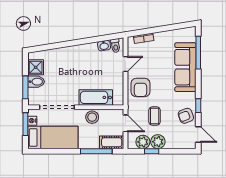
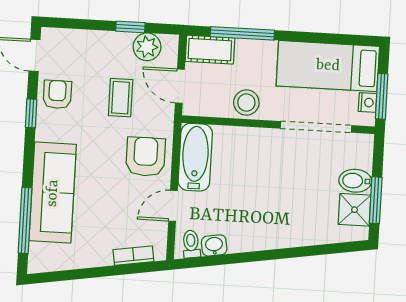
window: (25, 87) -> (376, 200), moved
bathtub: (96, 97) -> (195, 157), moved, turned -90
armchair: (186, 116) -> (57, 94), turned -70
plant: (158, 142) -> (117, 45), removed

